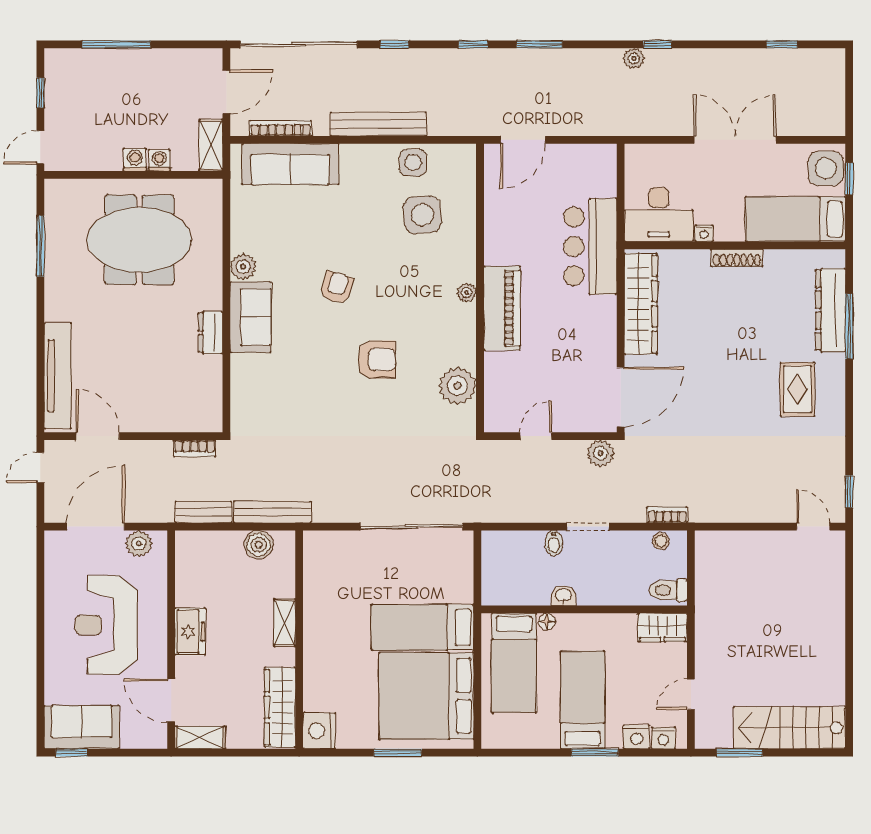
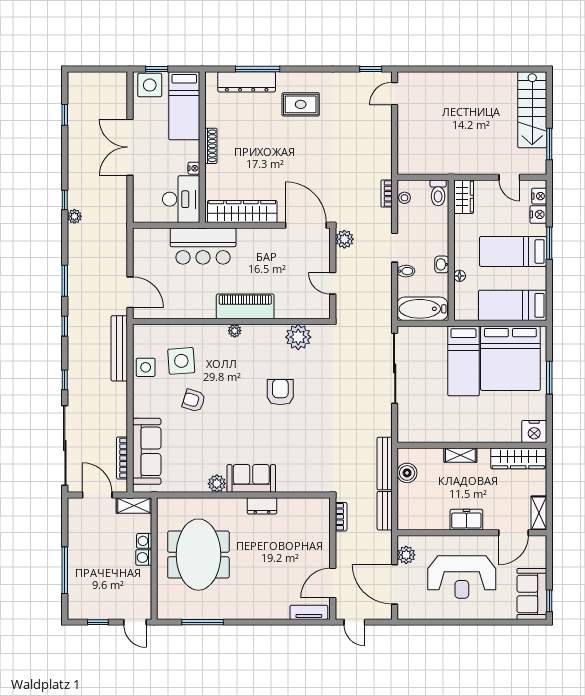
bench: (378, 124) -> (119, 348), moved
armchair: (337, 288) -> (194, 401), moved
tv unit: (58, 376) -> (309, 612), width x0.52, depth x0.78
bathtub: (499, 567) -> (422, 309), added
bed: (514, 663) -> (513, 305), moved, turned 180

